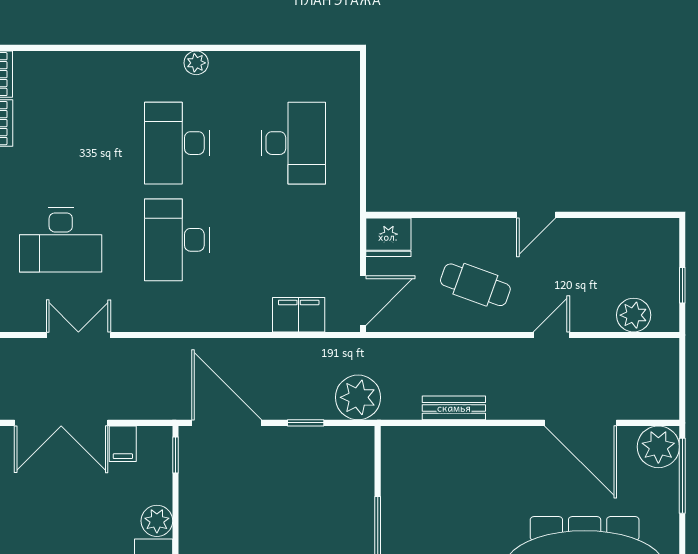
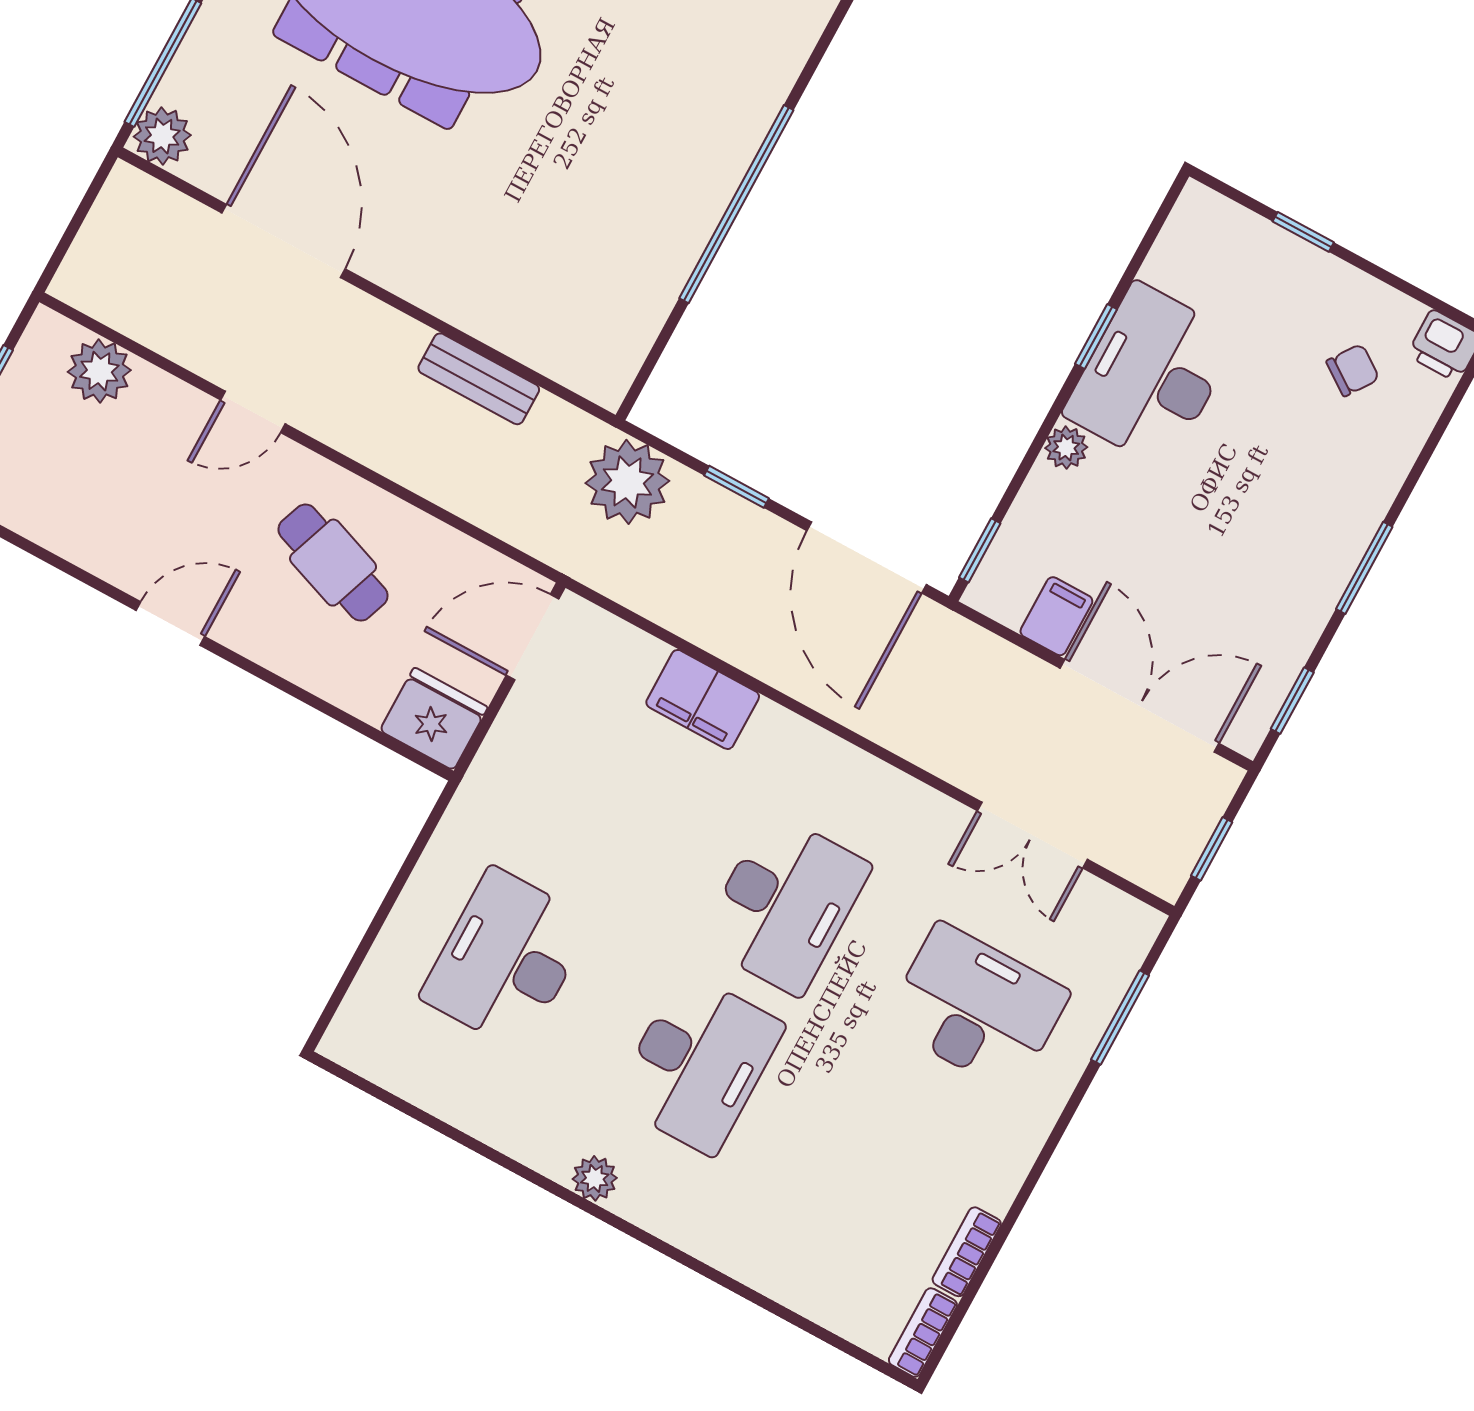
filing cabinet: (299, 315) -> (703, 699), moved
plant: (658, 447) -> (162, 136), width x0.73, depth x0.73
plant: (157, 521) -> (1066, 448), width x0.73, depth x0.73

